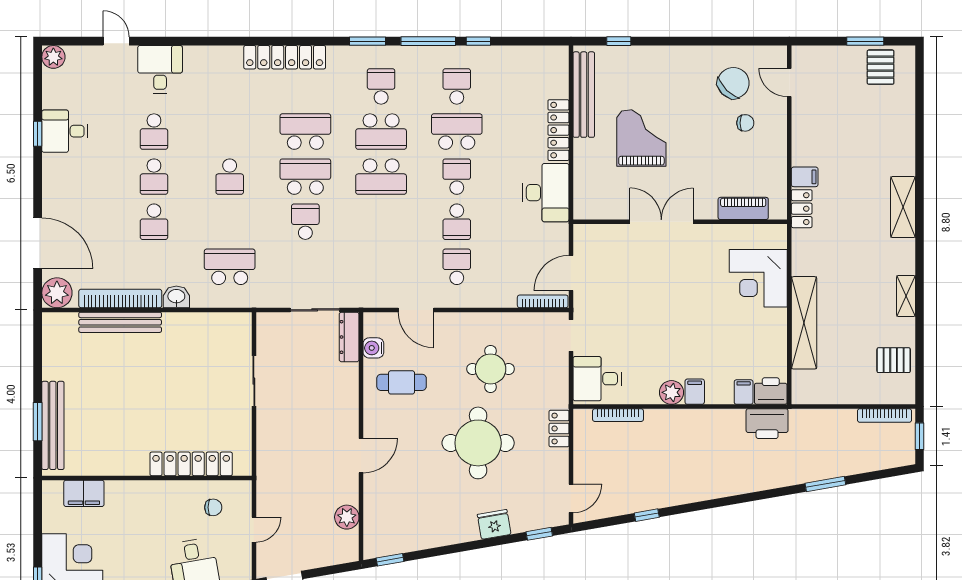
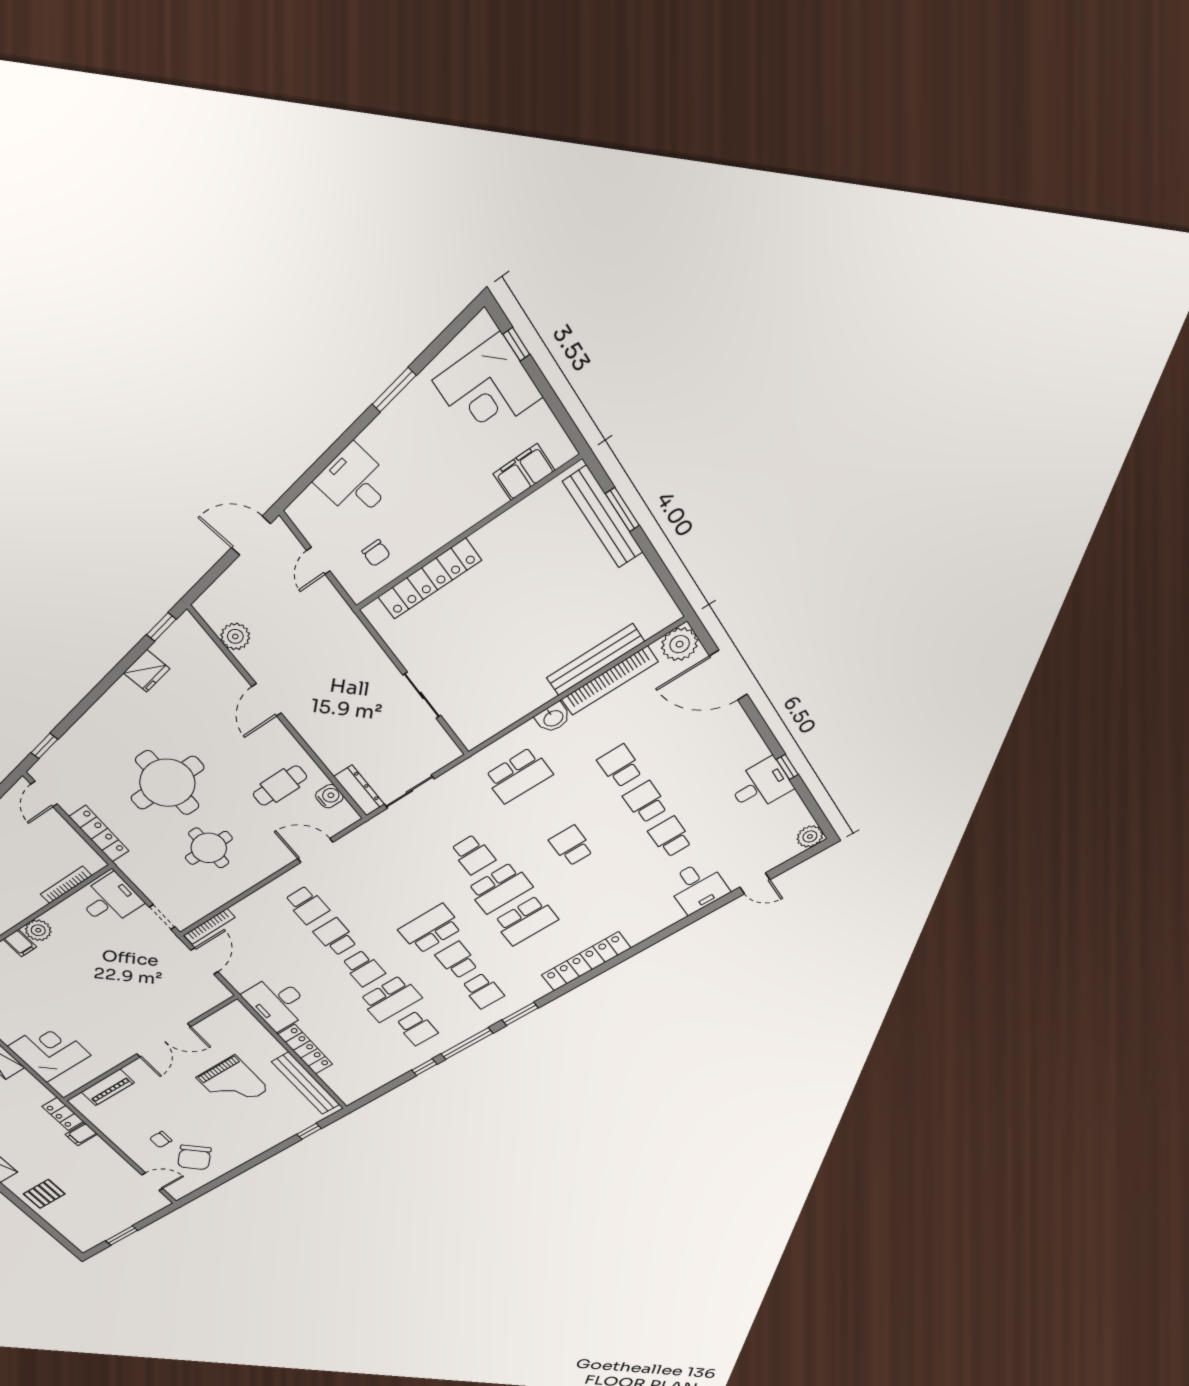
pallet: (881, 67) -> (44, 1194), moved, turned 90
school desk: (381, 132) -> (457, 960), width x0.54
locker: (559, 429) -> (99, 834), width x1.53
chair: (213, 507) -> (376, 553), turned -90
fridge: (494, 524) -> (147, 671), moved

